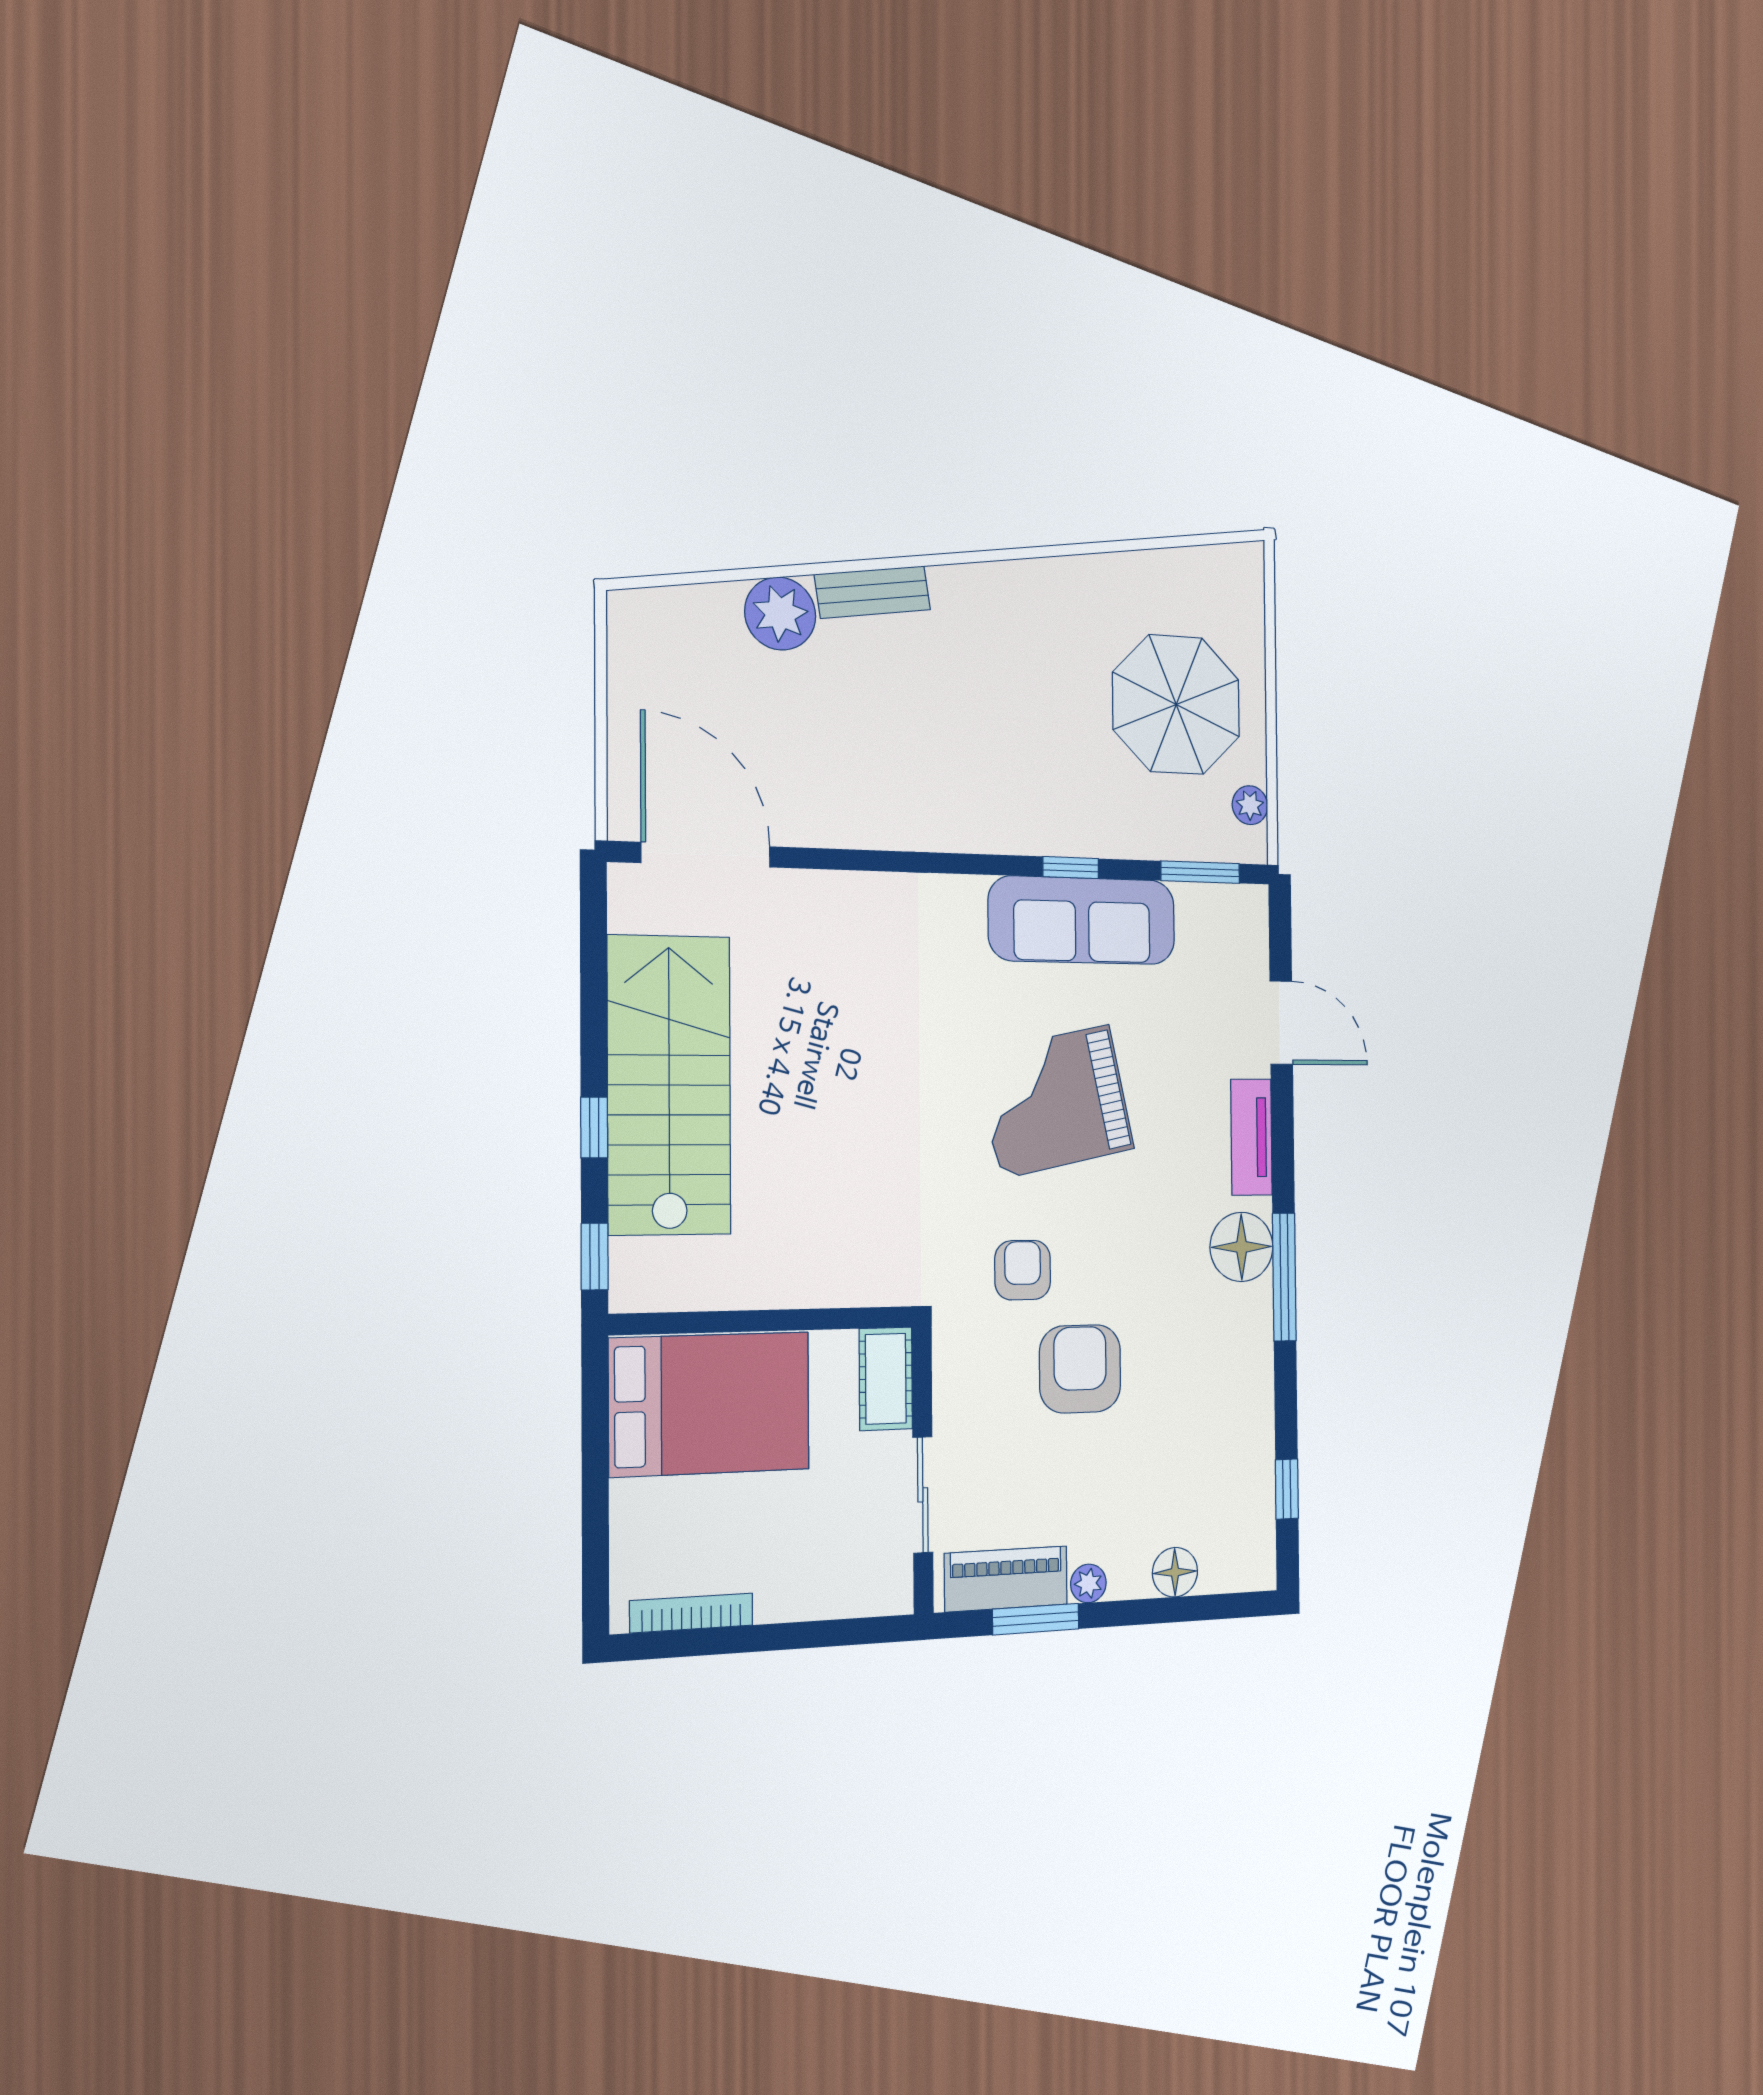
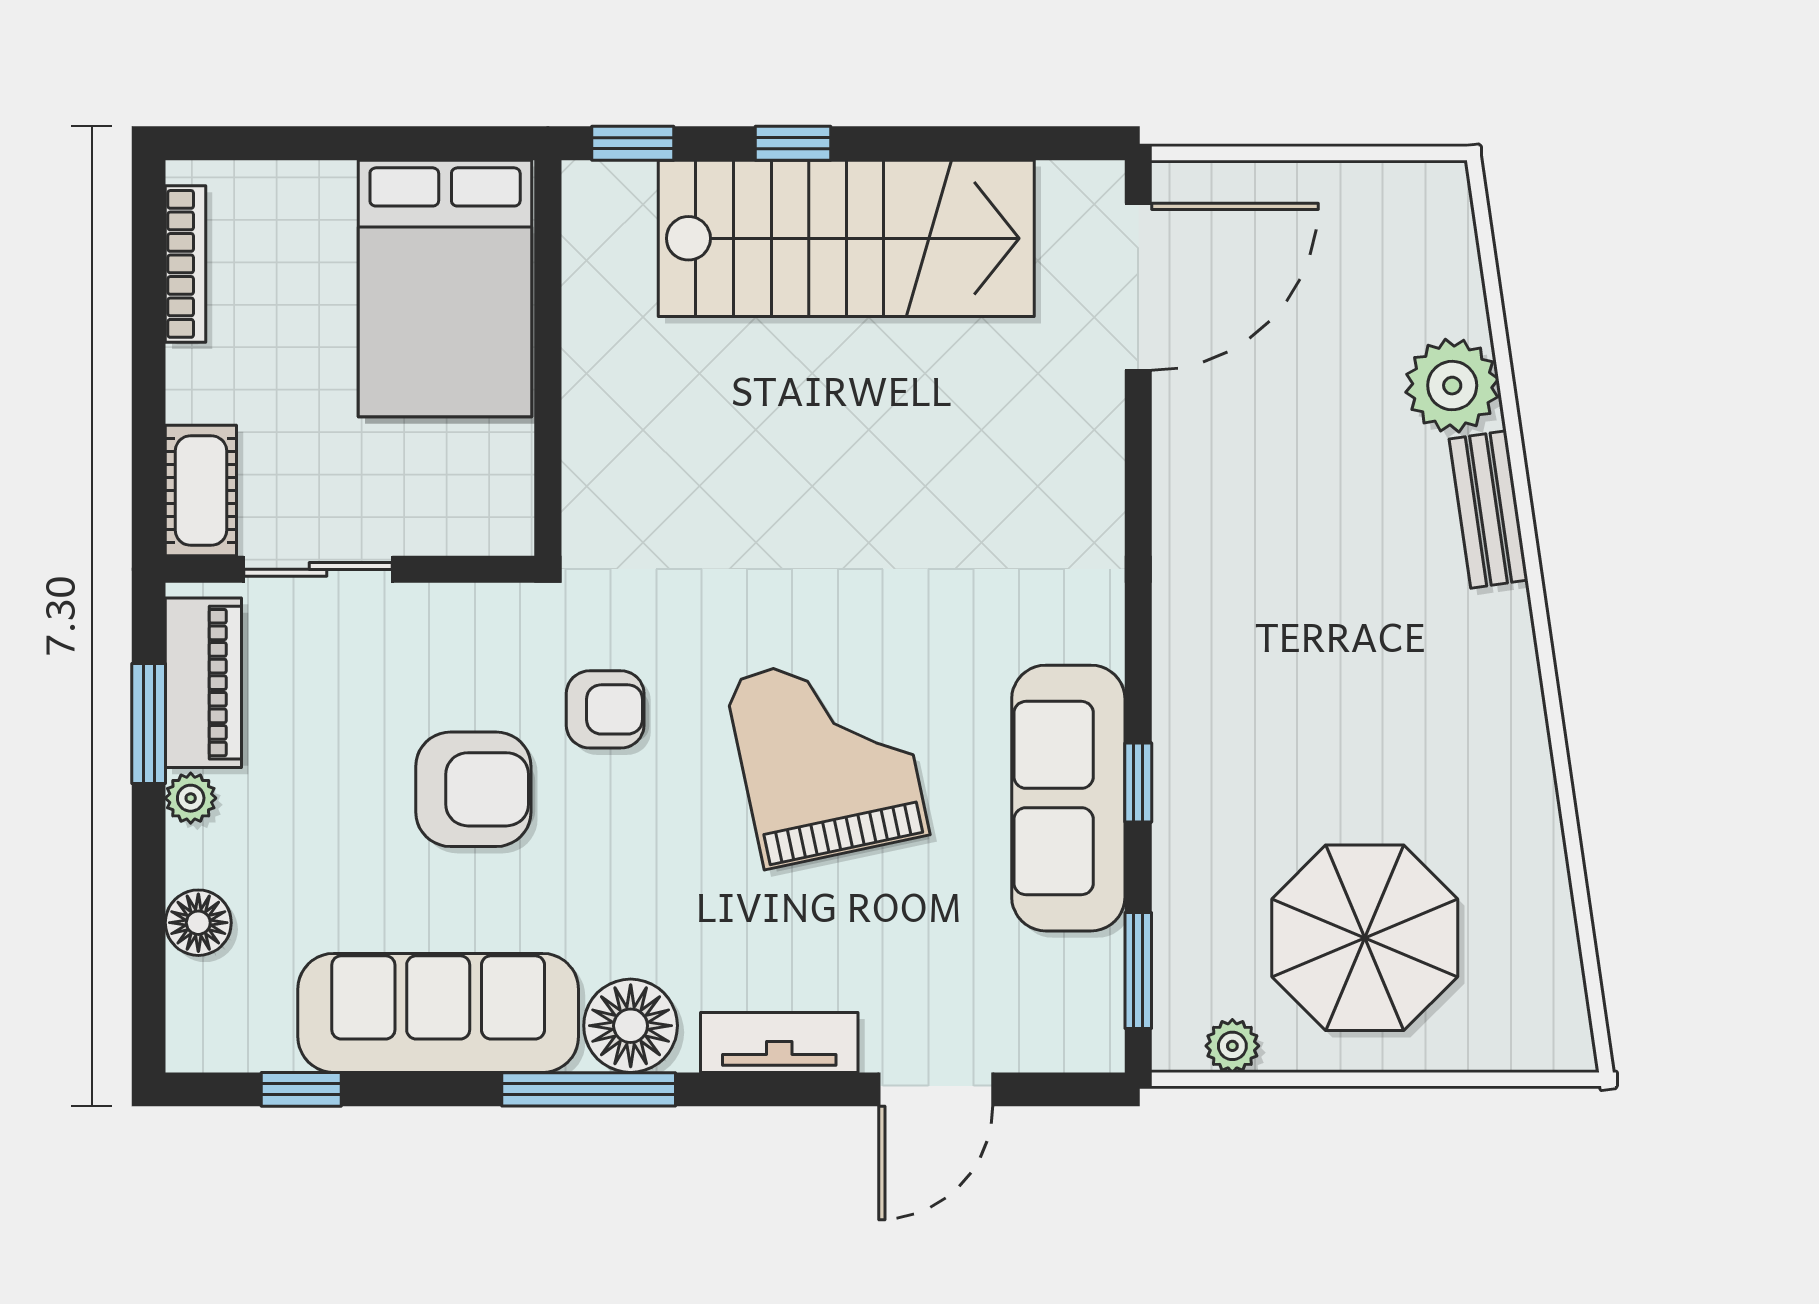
cot: (886, 1379) -> (201, 491), moved, turned 90
sofa: (1234, 1390) -> (438, 1013), added

